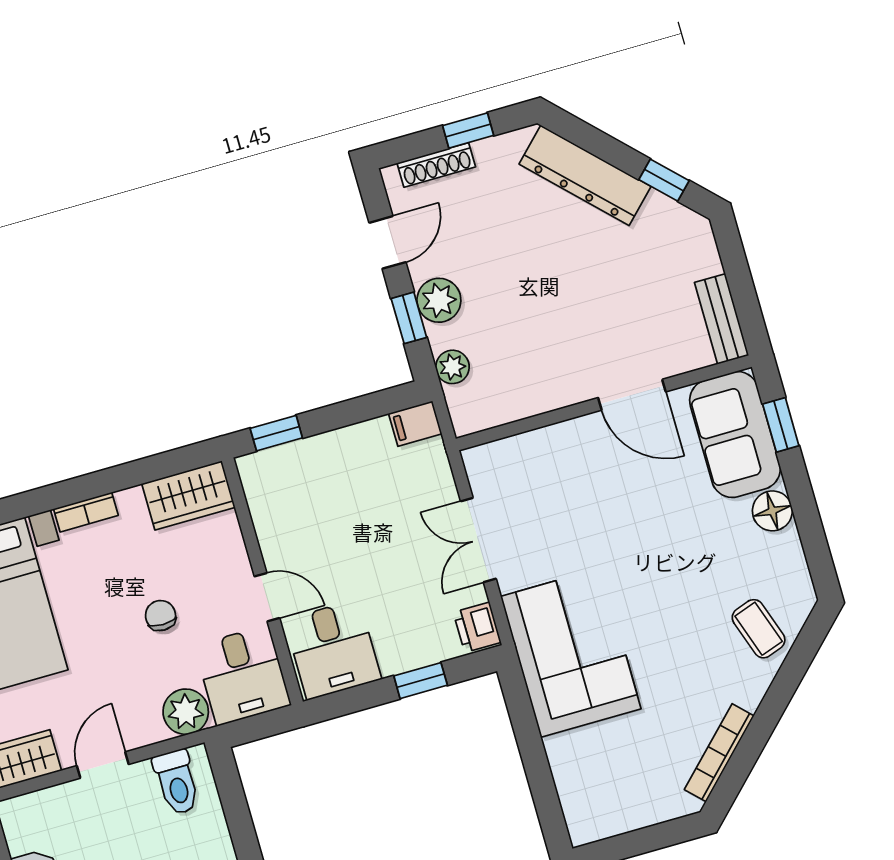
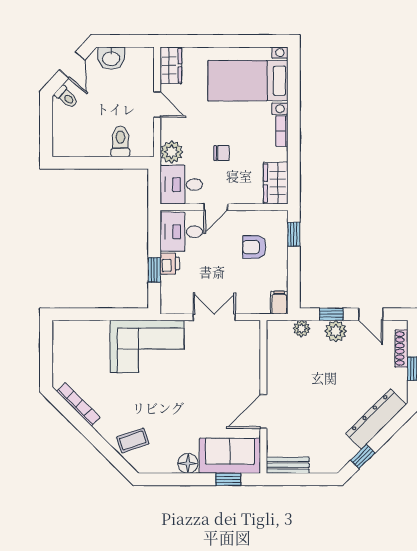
armchair: (322, 502) -> (254, 247), added
printer: (477, 627) -> (170, 264), moved, turned 90
toilet: (177, 782) -> (120, 141), moved, turned 90

